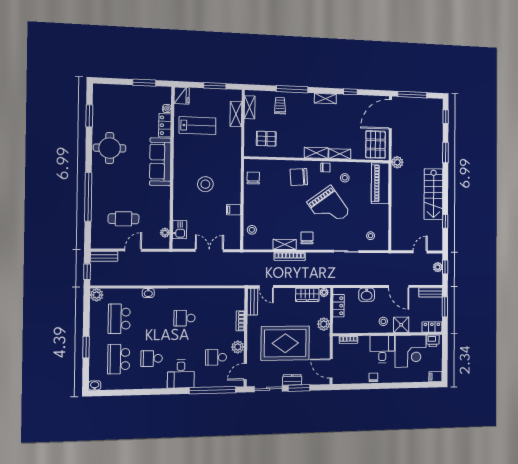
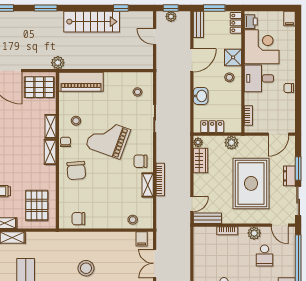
pallet: (266, 139) -> (37, 205), width x1.50, depth x1.42
grand piano: (328, 207) -> (108, 138), turned -124
filing cabinet: (234, 210) -> (142, 239), moved

